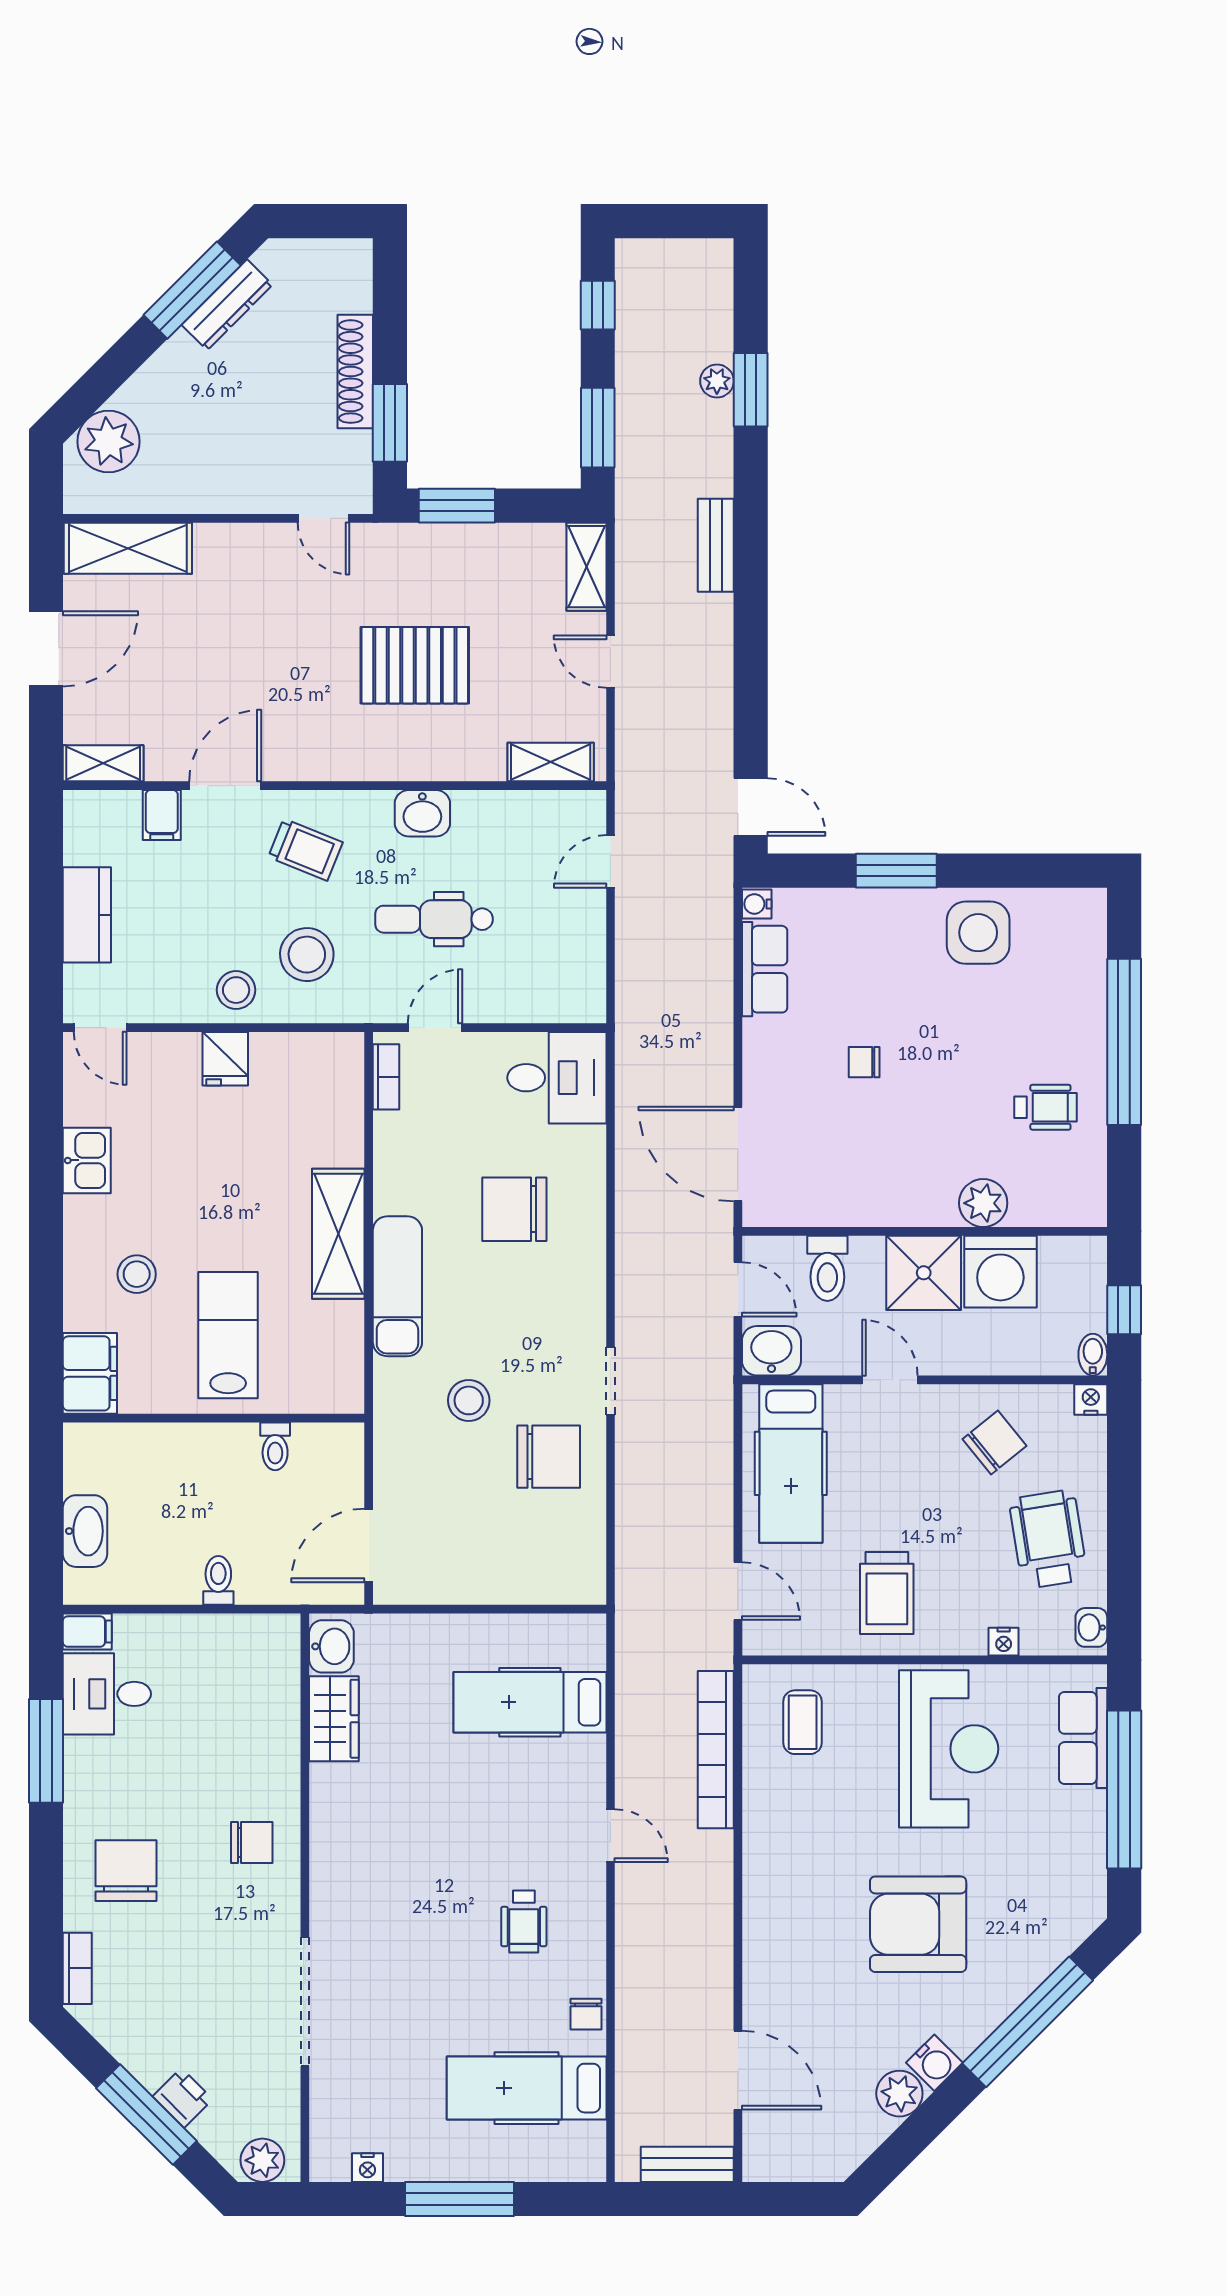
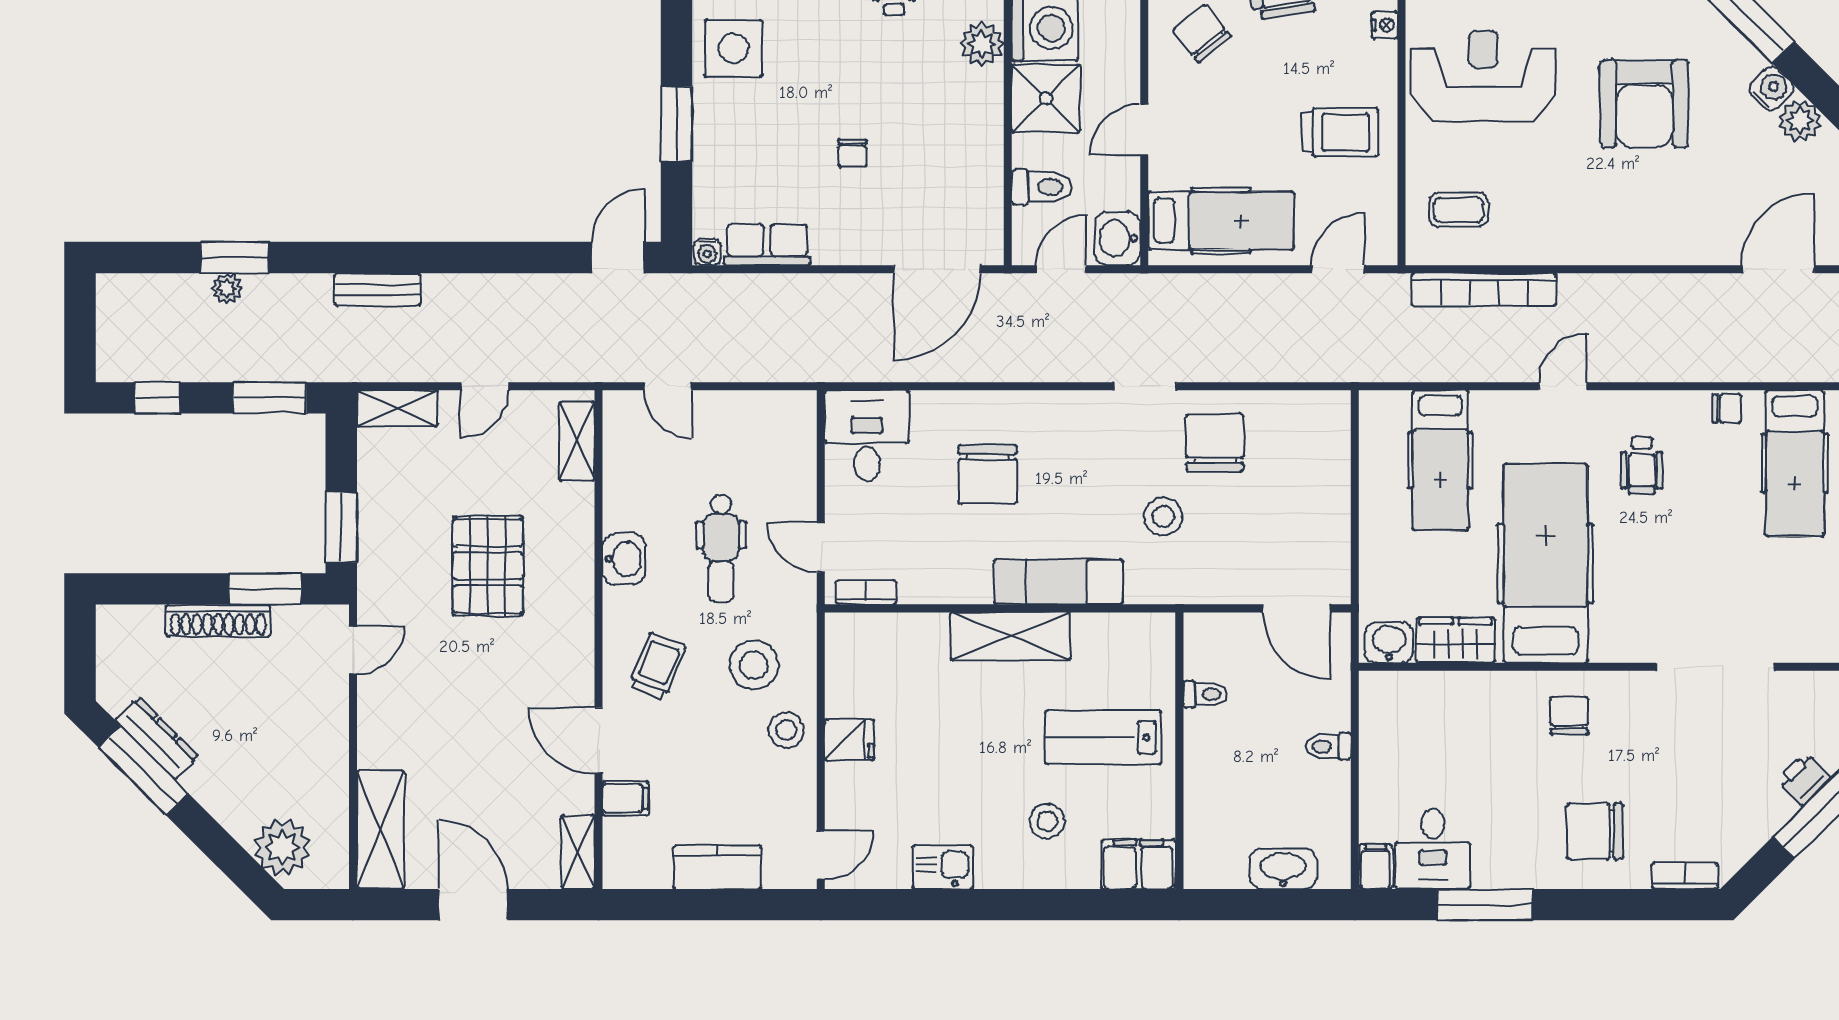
hospital bed: (418, 1817) -> (1545, 563), added
wheelchair: (524, 1922) -> (1642, 466), turned 90

